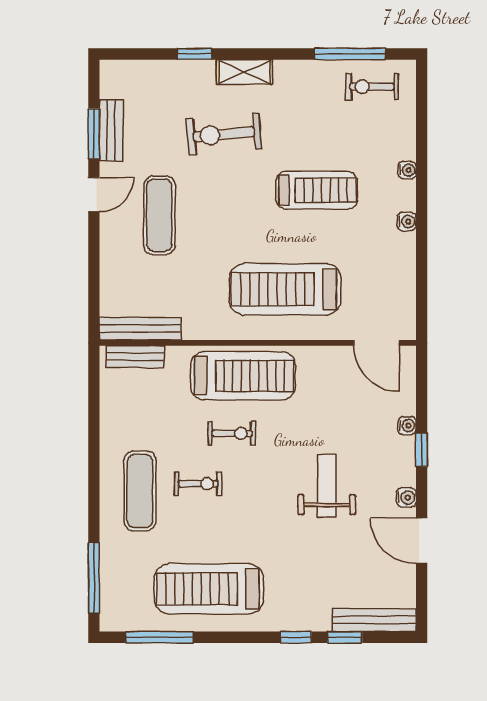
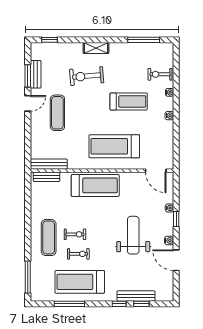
window: (195, 54) -> (49, 40), moved
exercise bike: (372, 87) -> (160, 74), moved
exercise bike: (232, 433) -> (78, 254), moved
weight bench: (327, 486) -> (133, 235), width x1.36, depth x1.33
bench: (374, 620) -> (136, 296), moved
window: (160, 637) -> (69, 304), moved

